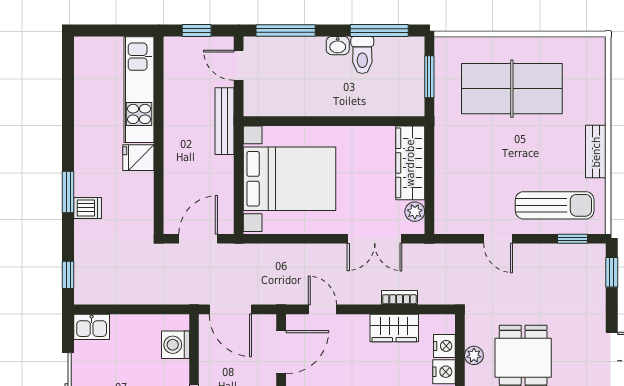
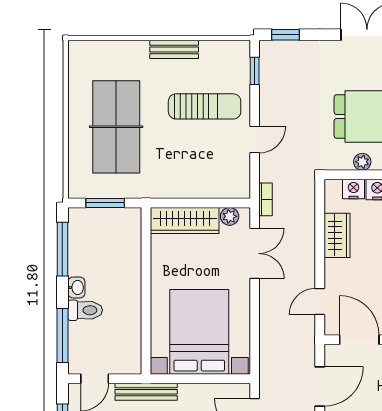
toilet: (362, 55) -> (85, 310), moved
sun lounger: (555, 205) -> (205, 106), moved, turned 90
bookcase: (400, 297) -> (266, 199), moved, turned 180

